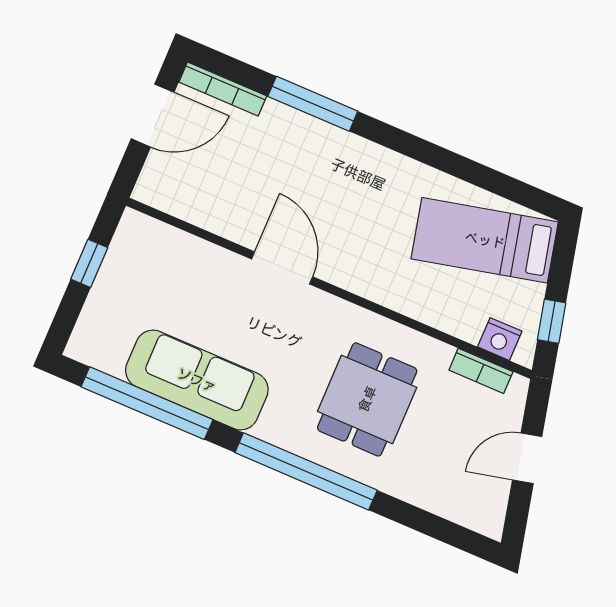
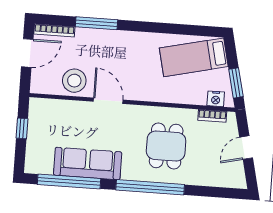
stool: (228, 204) -> (74, 81), added
window: (552, 321) -> (236, 83), width x1.50

